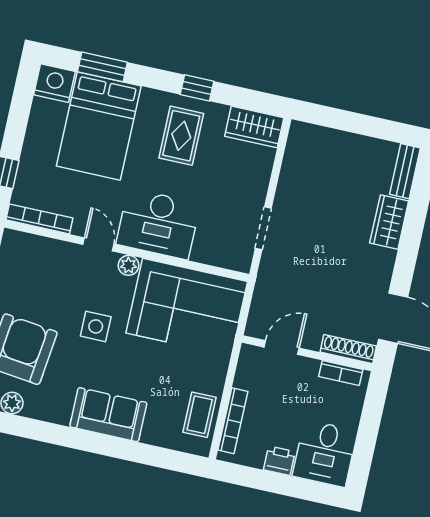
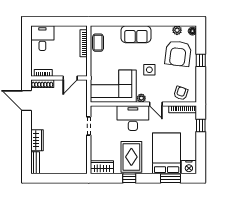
rug: (181, 136) -> (131, 157), width x1.36, depth x1.43
armchair: (35, 257) -> (181, 93), added
printer: (279, 461) -> (61, 31), removed

